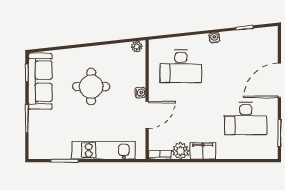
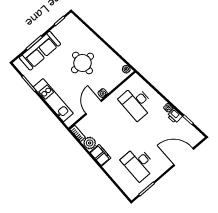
printer: (229, 38) -> (175, 116), added
door: (279, 80) -> (184, 157), moved
sofa: (40, 81) -> (40, 51), moved
door: (147, 115) -> (94, 107), swing flipped

